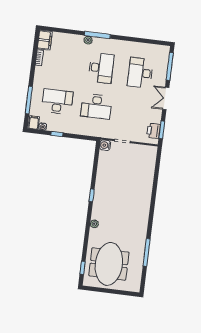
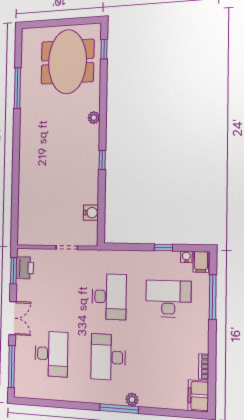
desk: (57, 102) -> (168, 299), turned 180
desk: (96, 106) -> (109, 297), turned 90
water cooler: (105, 145) -> (91, 213), moved

